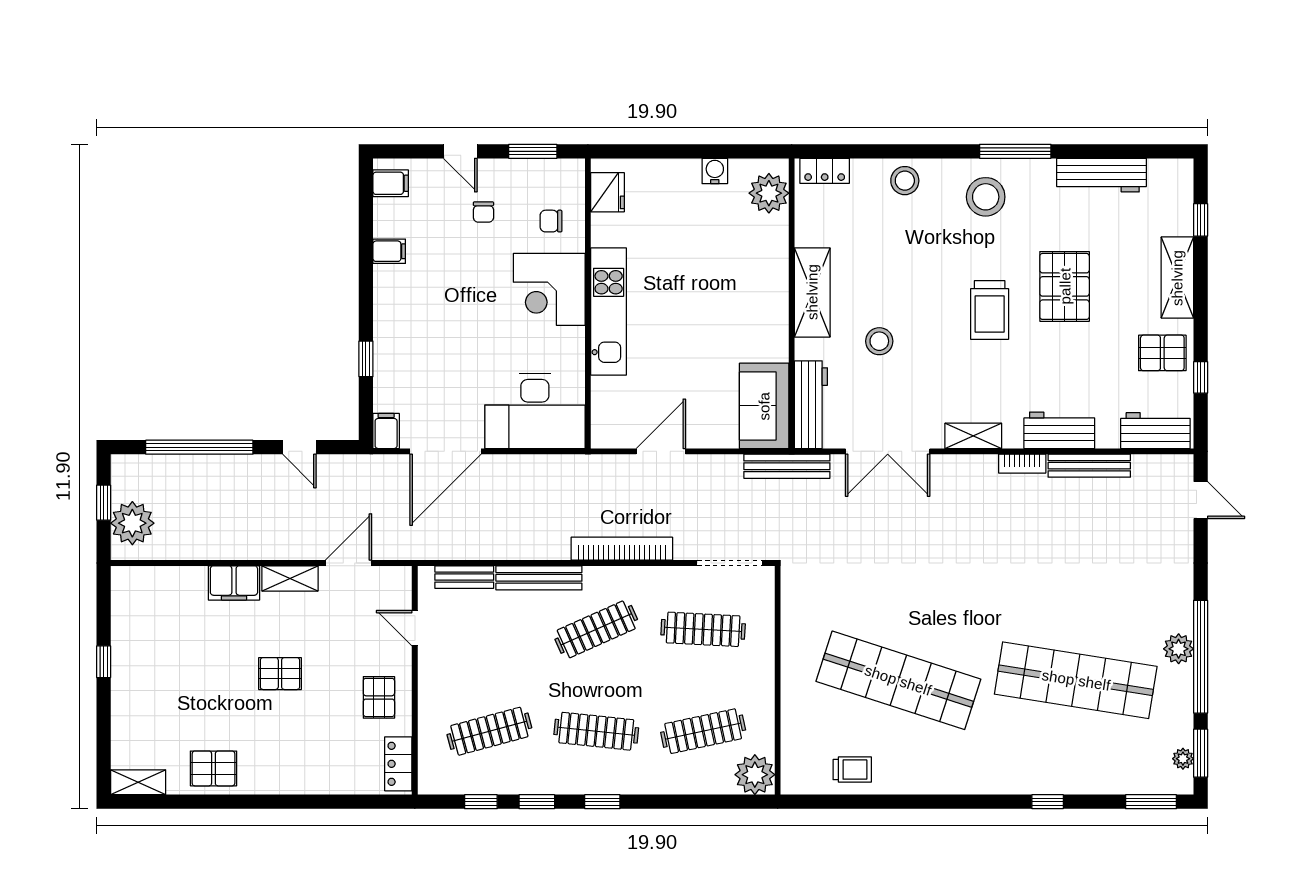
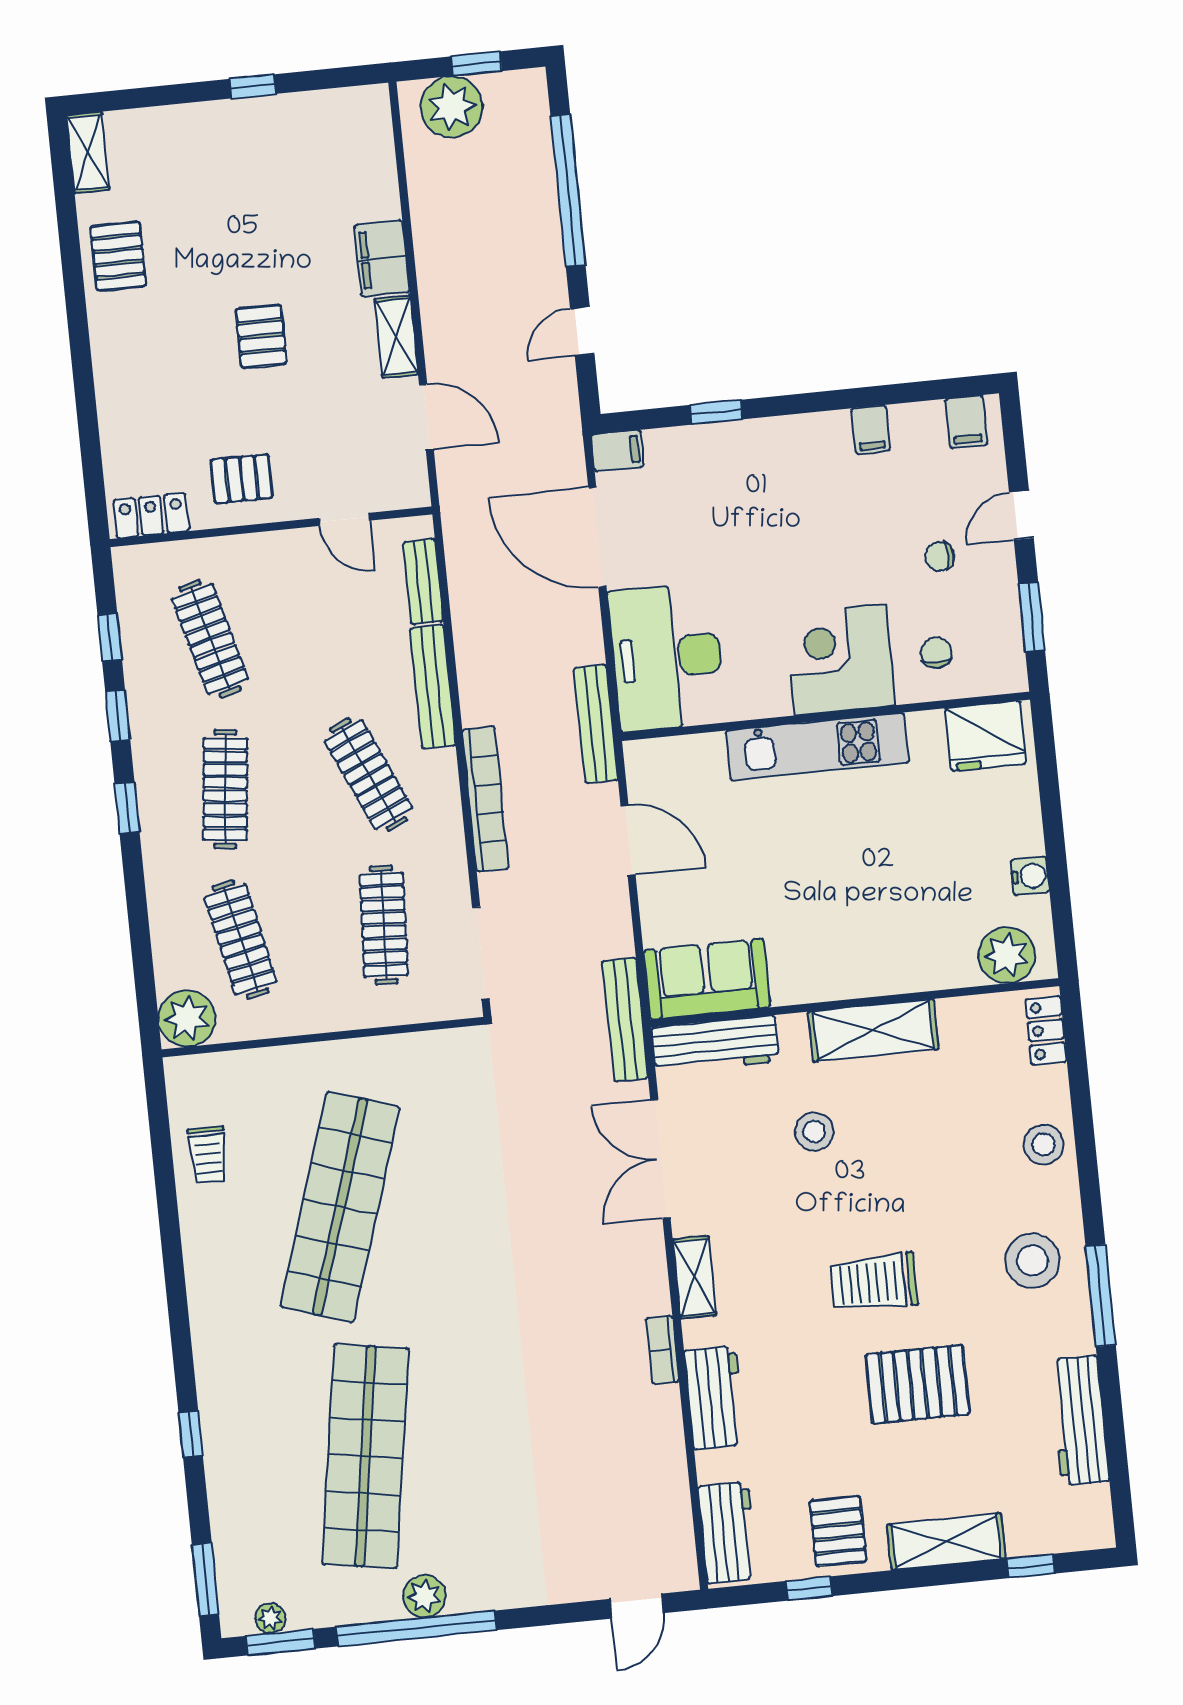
fridge: (607, 192) -> (986, 736), width x1.36, depth x1.34
bench: (1089, 466) -> (596, 724), moved
door: (415, 628) -> (344, 519), swing flipped

